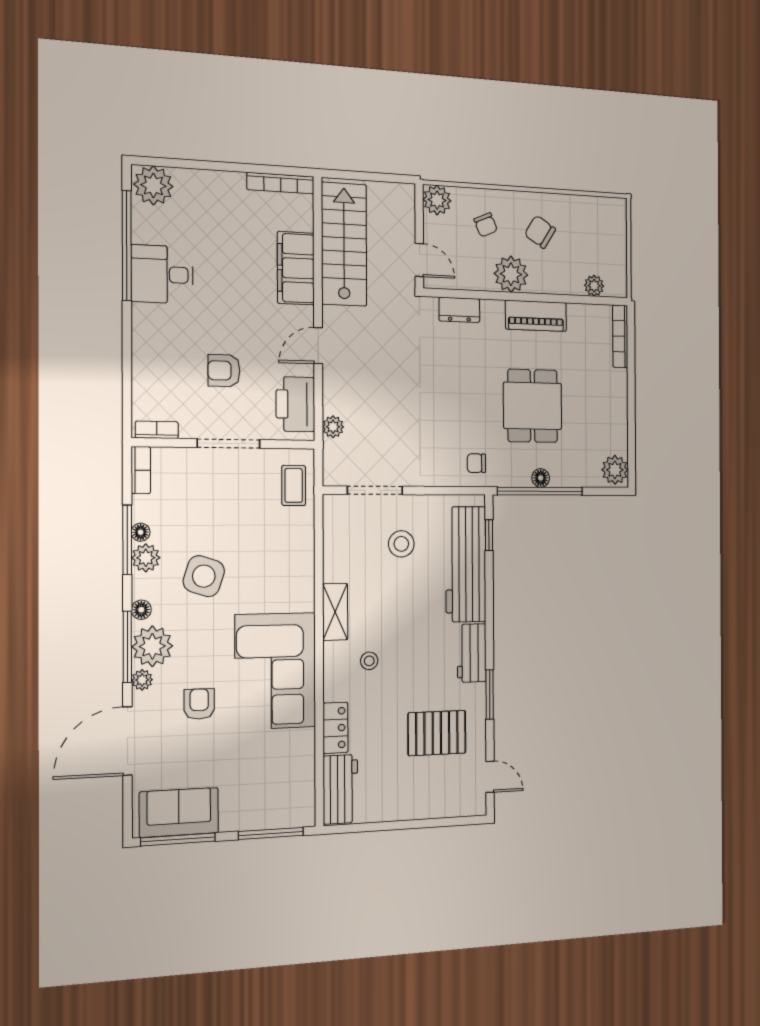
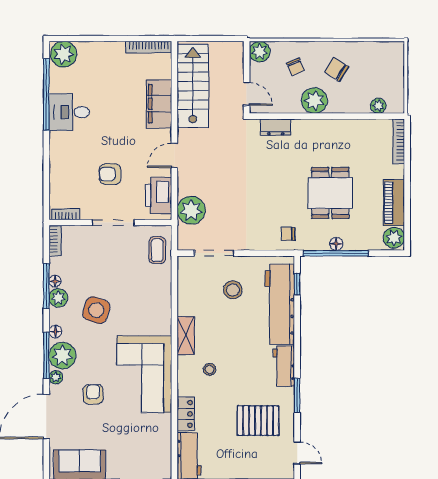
piano: (536, 316) -> (394, 203), moved, turned 90
plant: (333, 427) -> (191, 210), width x1.87, depth x1.87

